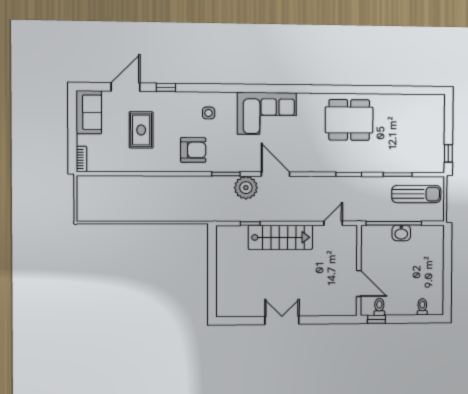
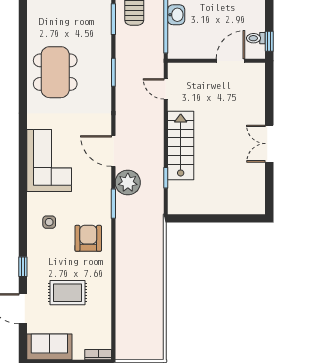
door: (275, 174) -> (113, 151), hinge flipped

